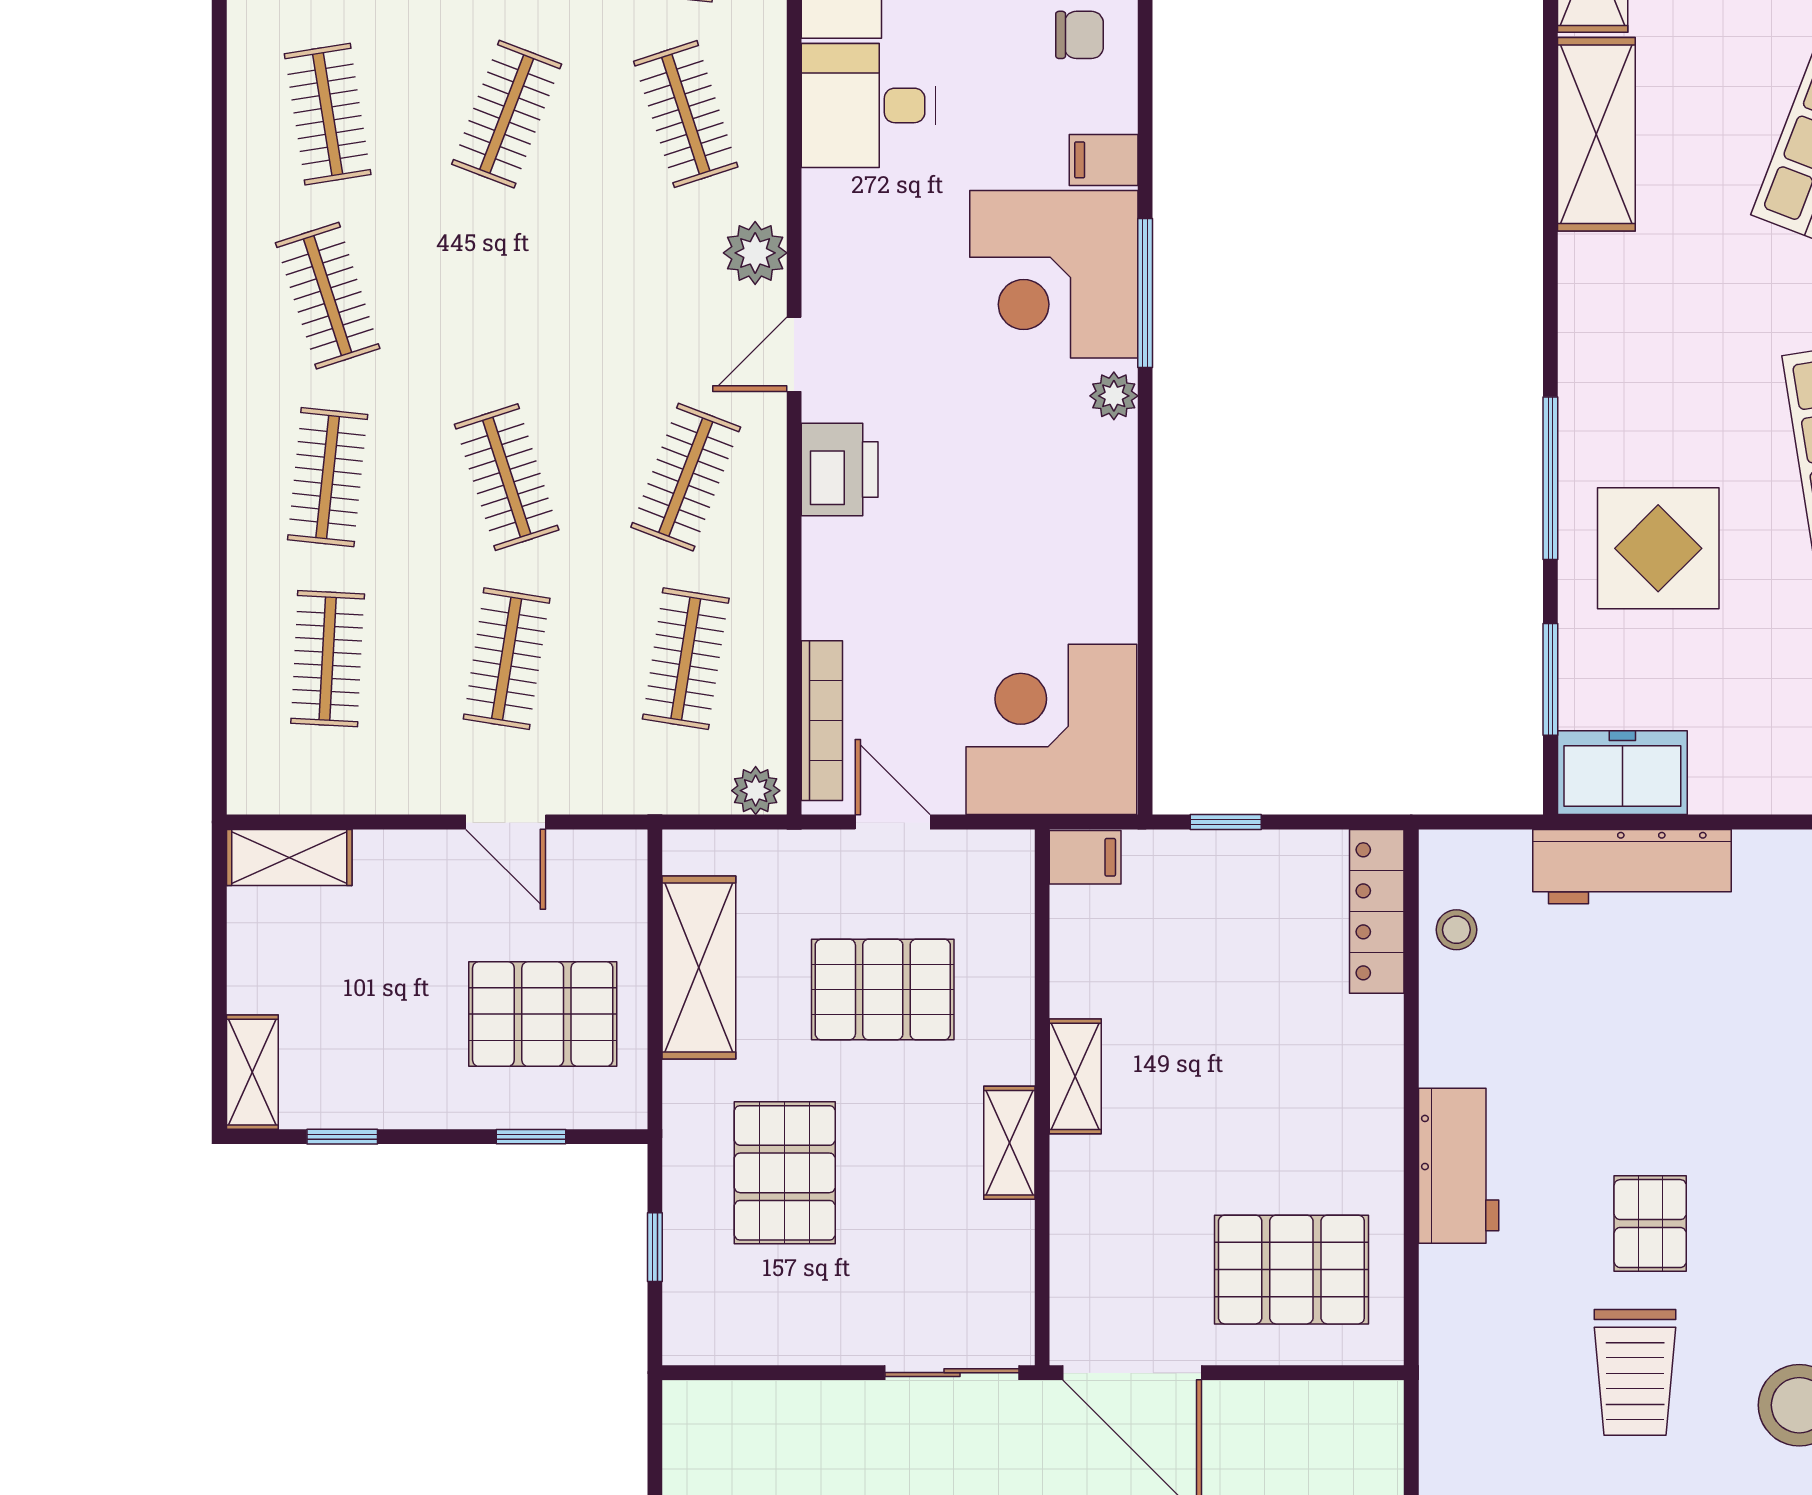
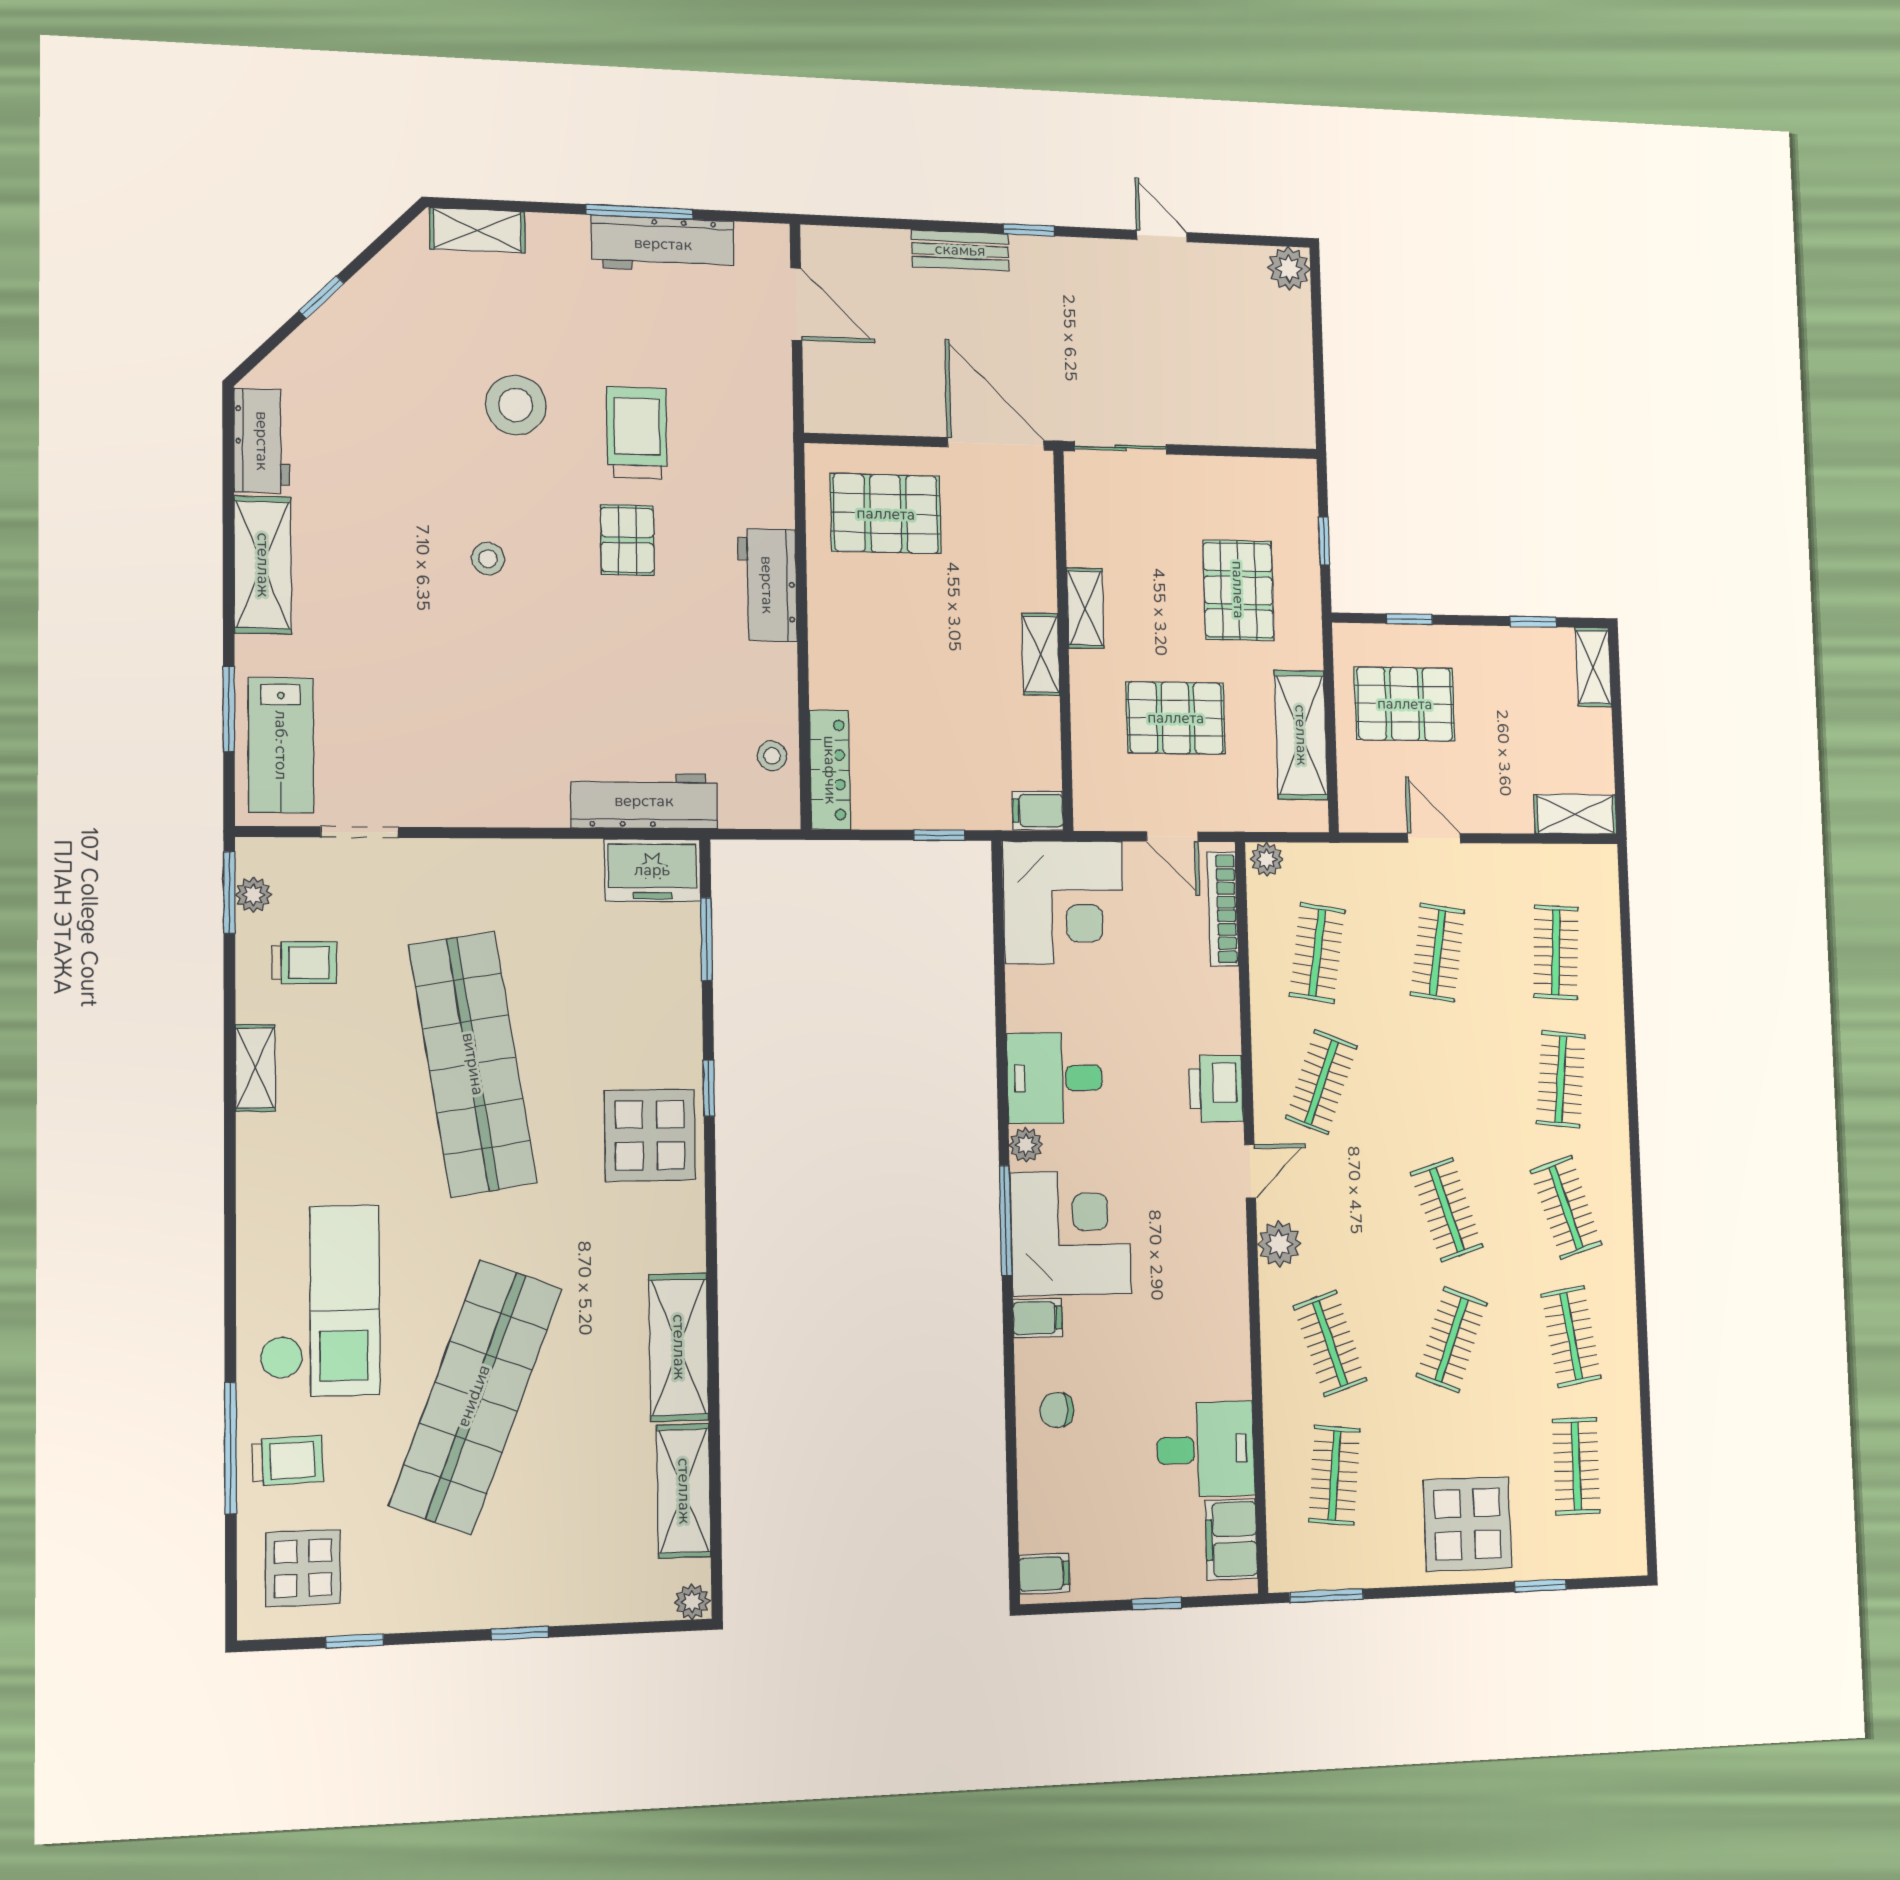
desk: (868, 105) -> (1055, 1078), moved, turned 180
clothes rail: (507, 477) -> (1447, 1210), moved
window: (1550, 478) -> (709, 1088), width x0.46
display table: (1658, 548) -> (650, 1135), moved

